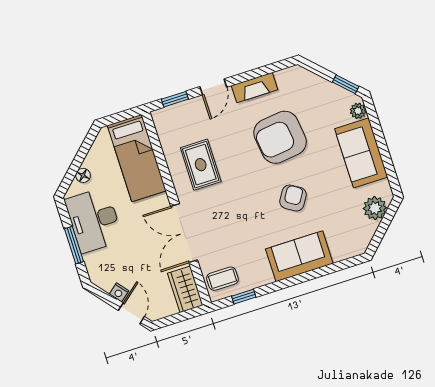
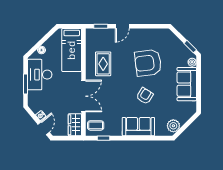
fireplace: (254, 88) -> (143, 33), removed
plant: (375, 208) -> (173, 126), moved
double door: (184, 233) -> (84, 96), swing flipped

